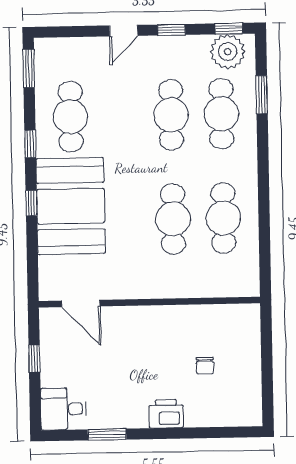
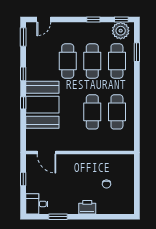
door: (124, 31) -> (44, 19), moved
cafe table: (70, 117) -> (68, 61), moved

